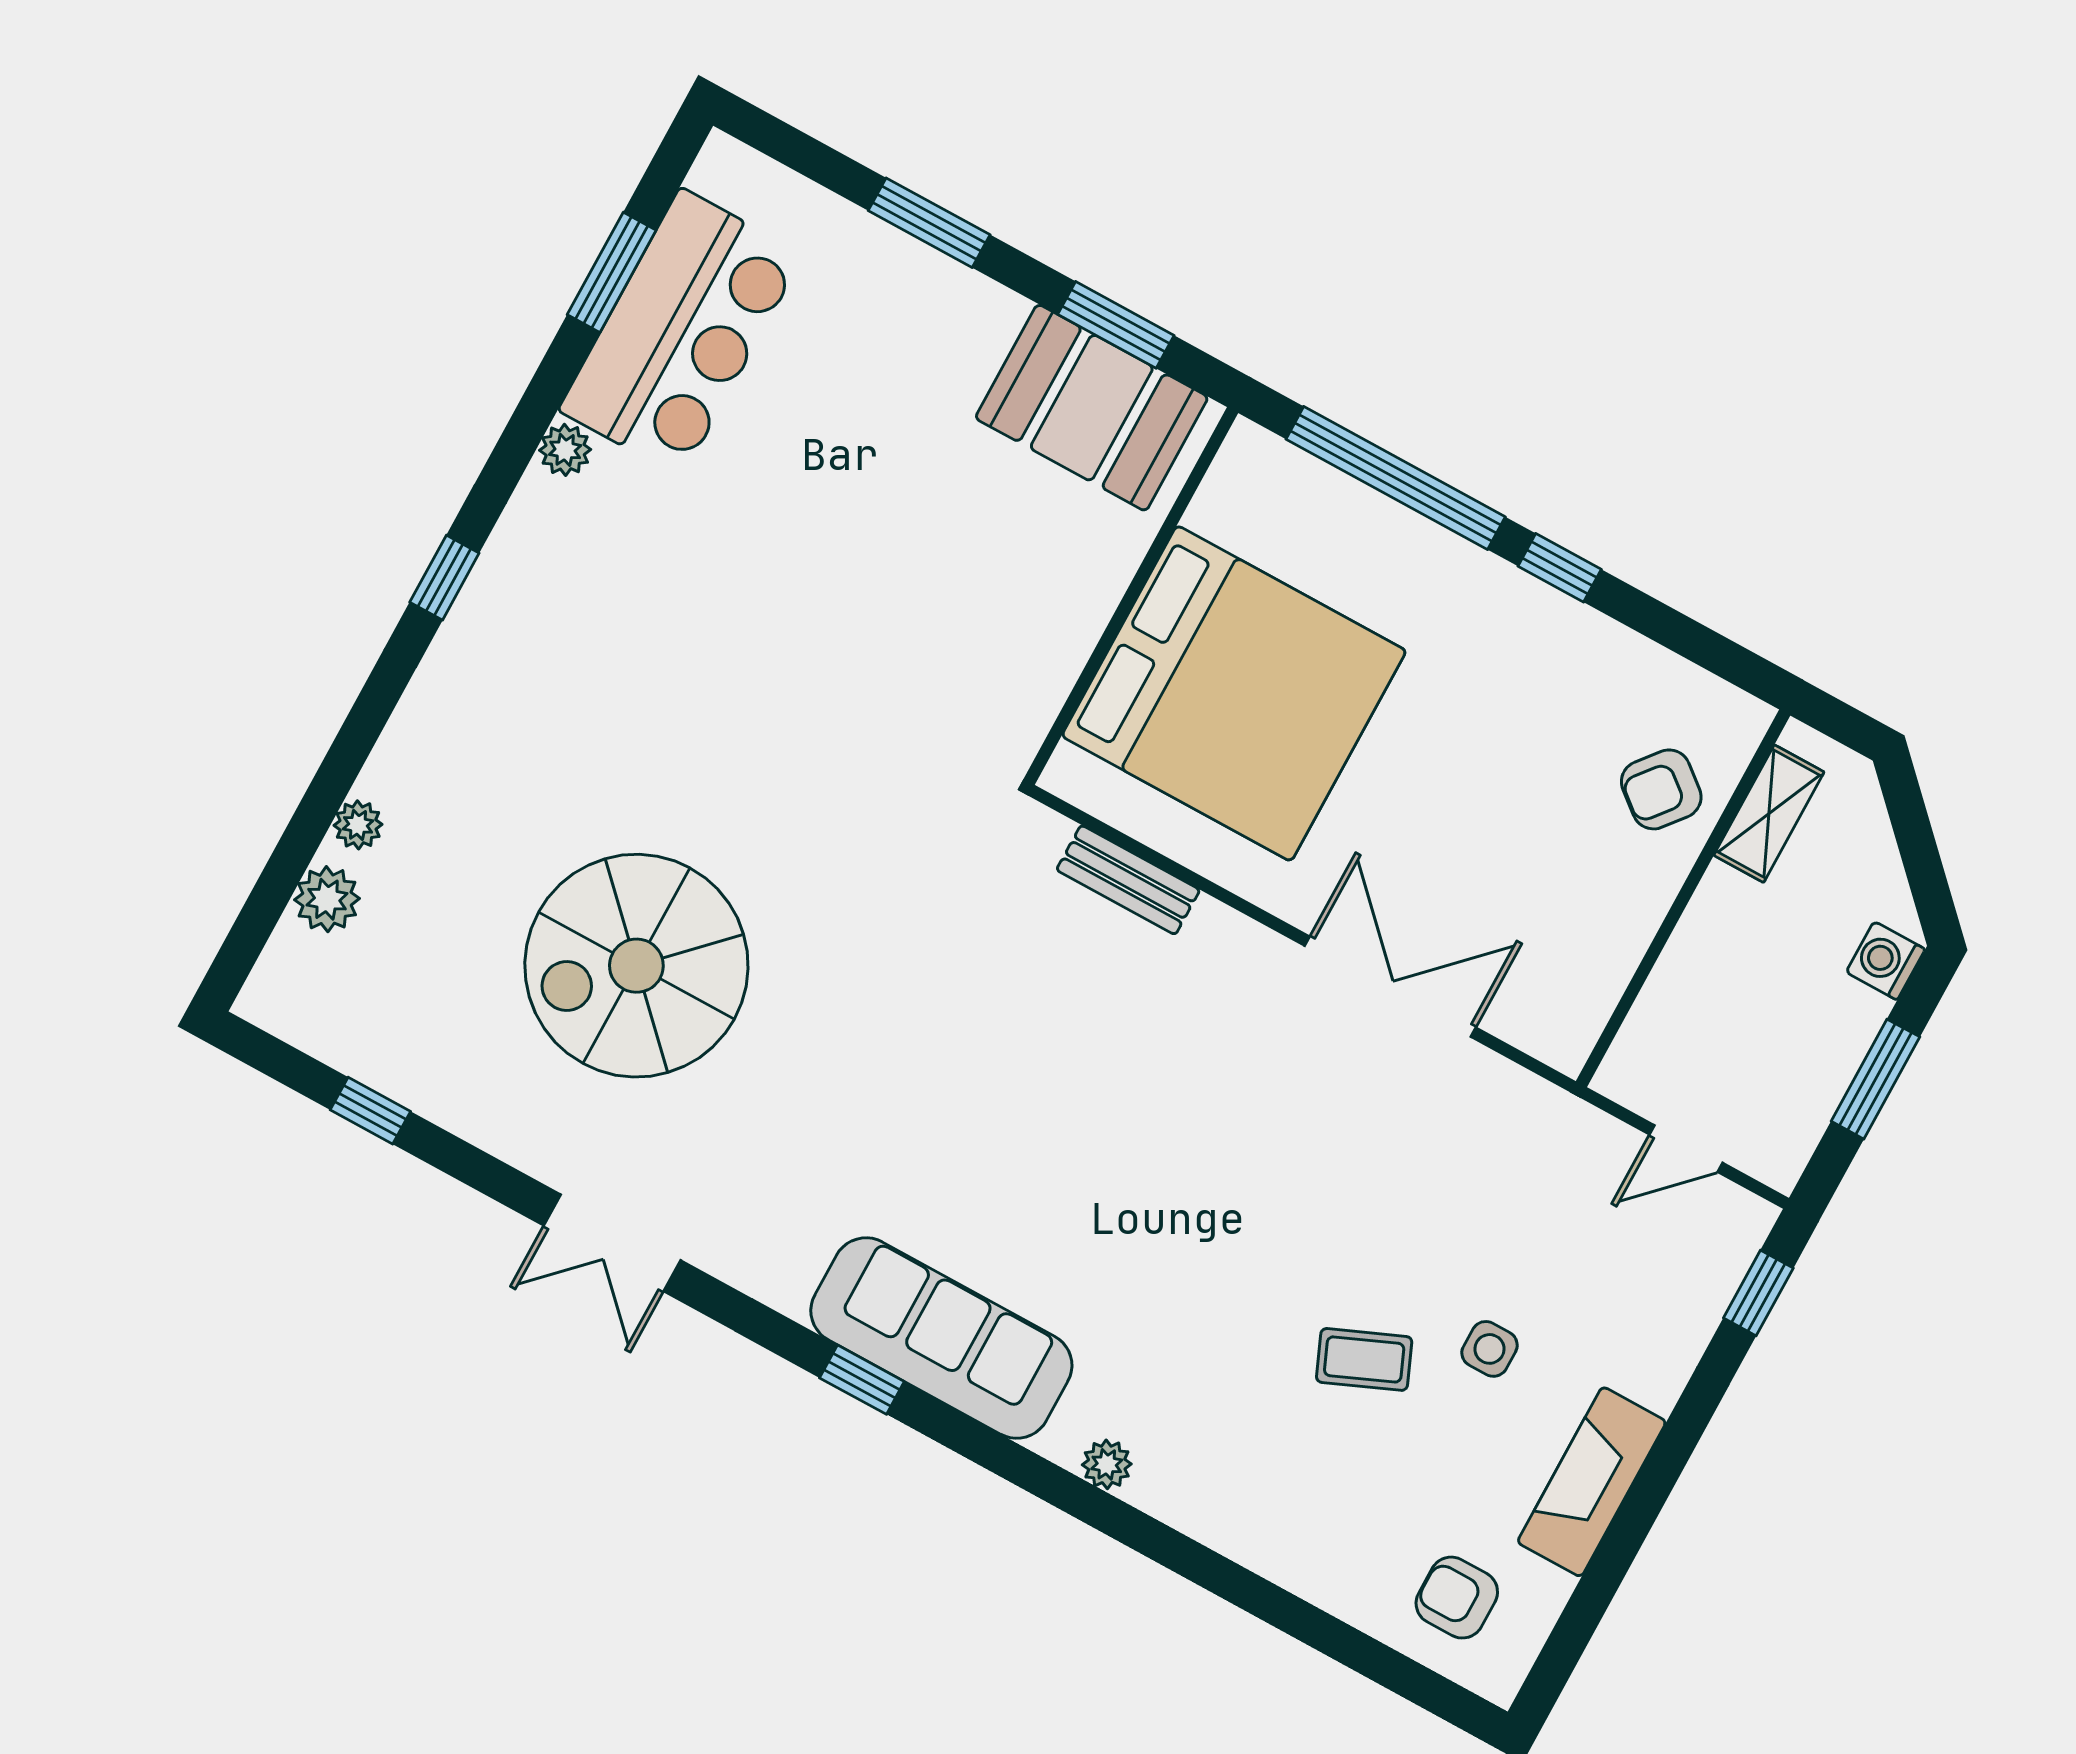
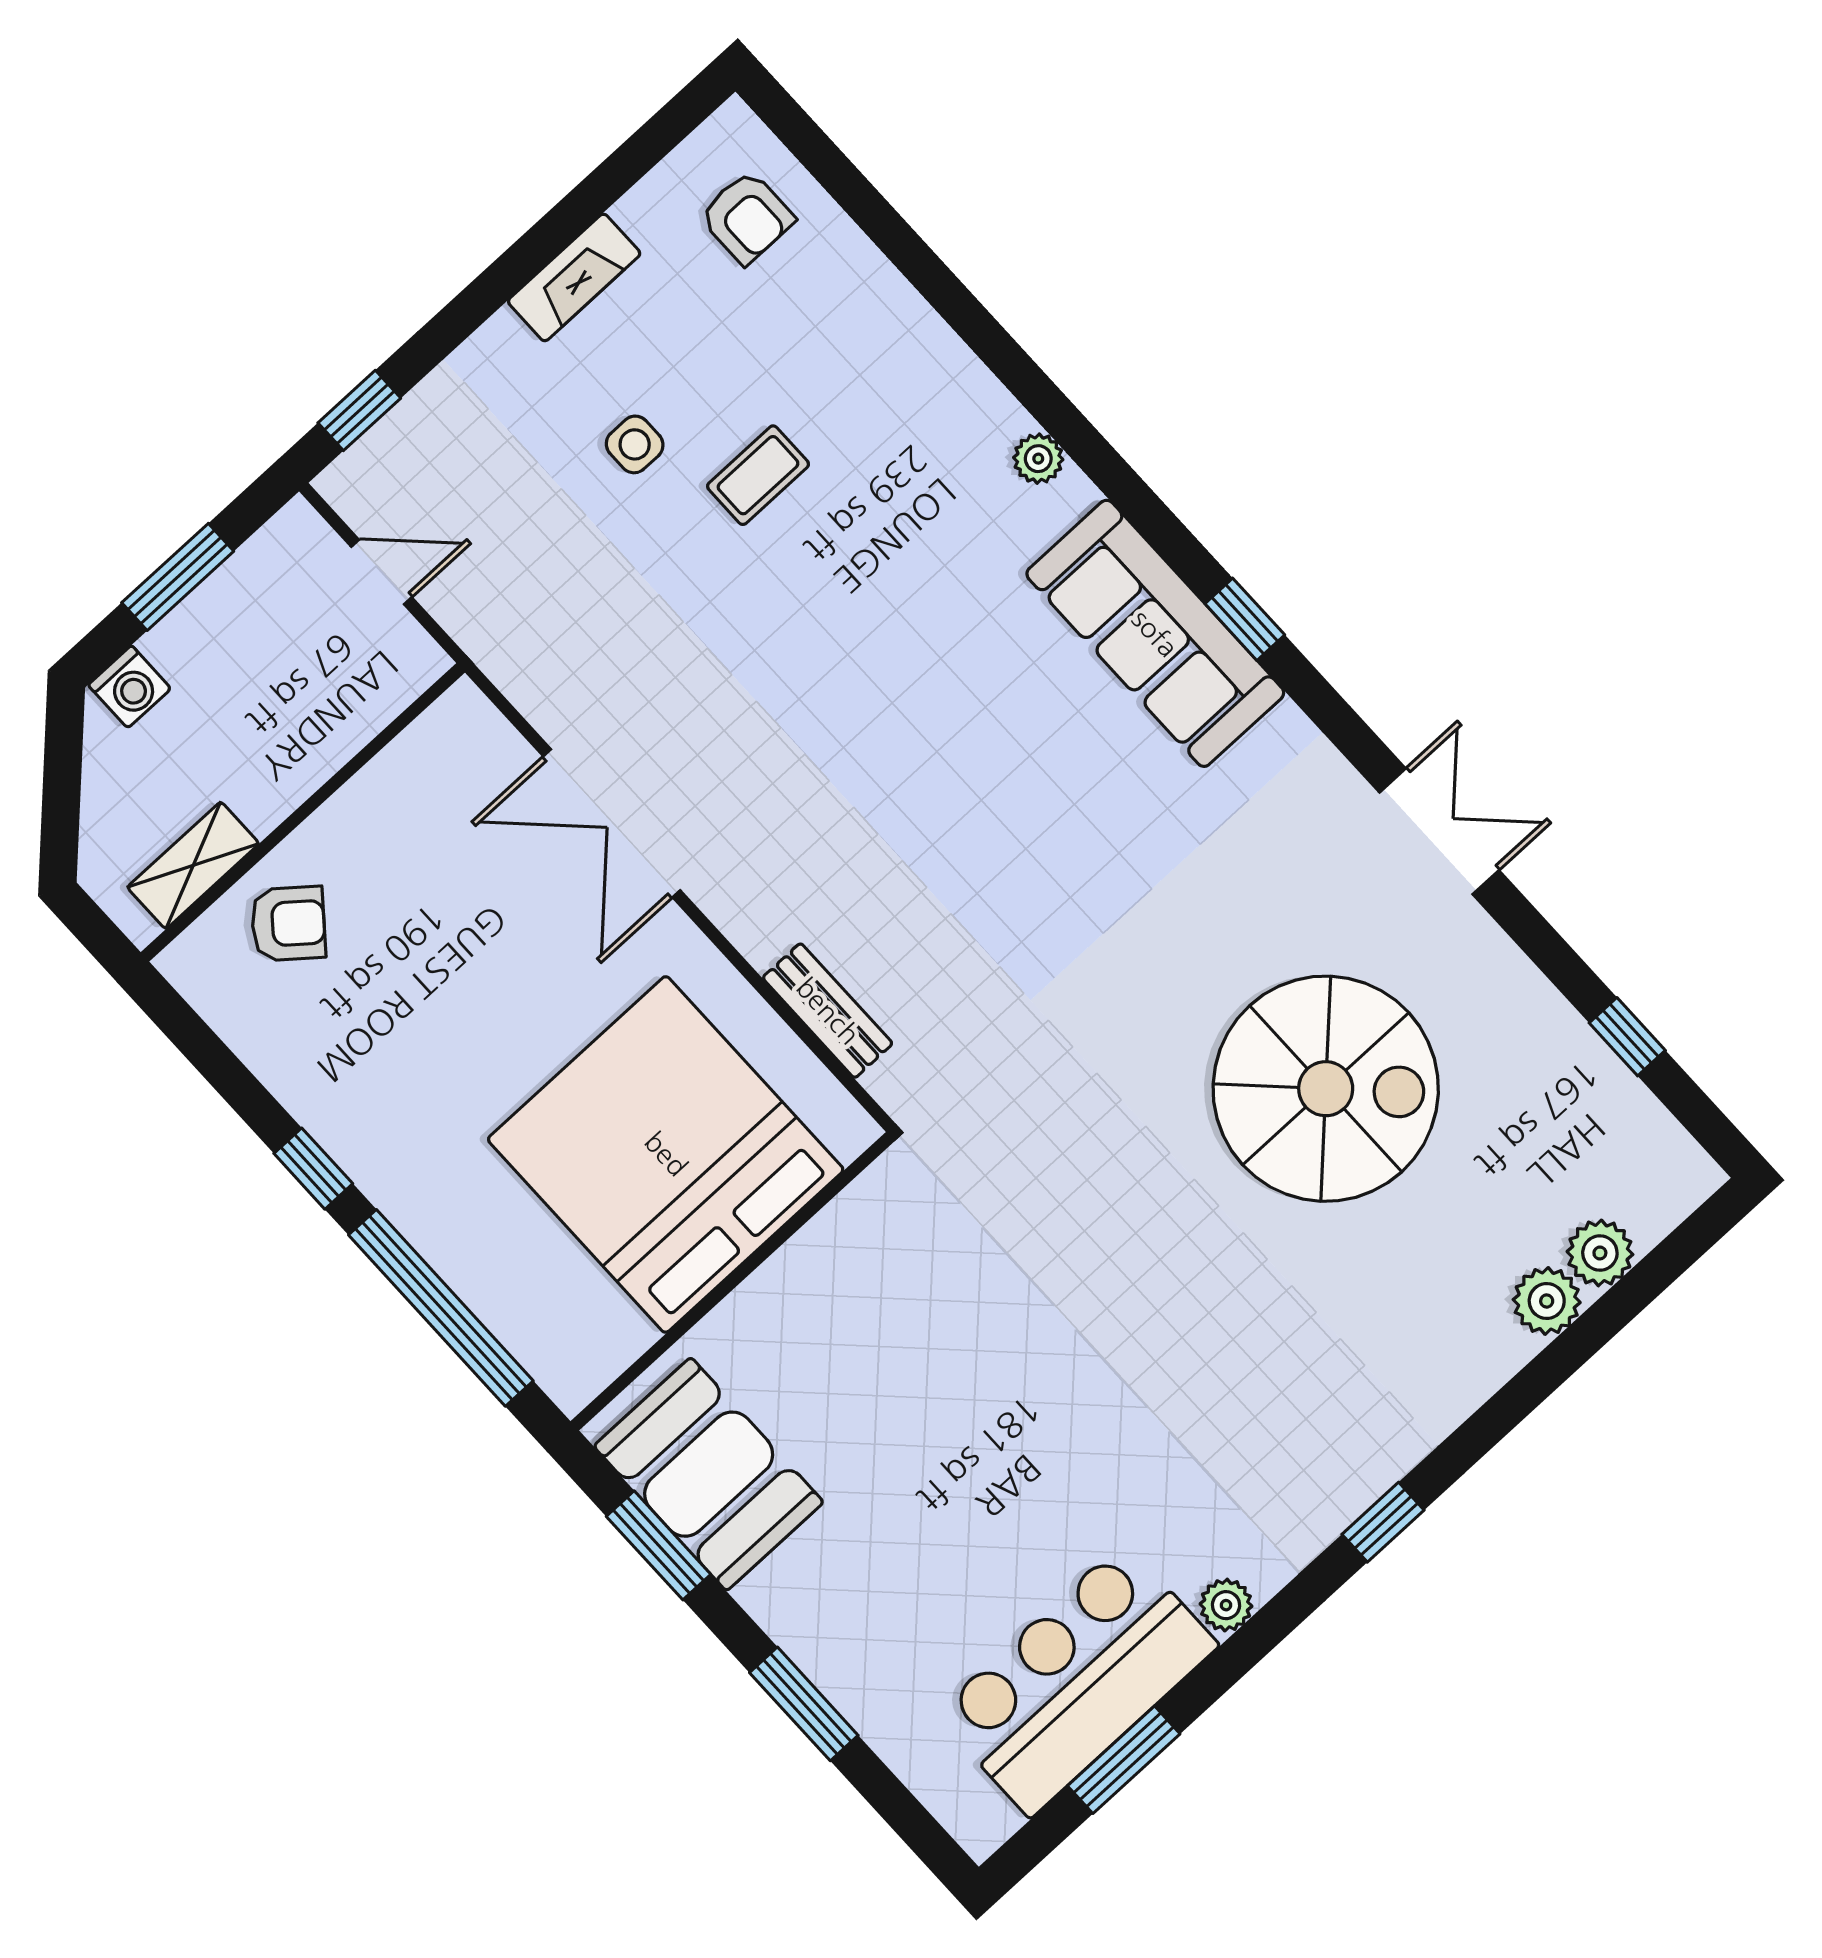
plant: (358, 825) -> (1547, 1301), width x1.38, depth x1.38
coffee table: (1364, 1359) -> (758, 475), turned -67
fireplace: (1592, 1482) -> (574, 277), width x0.73, depth x0.76

